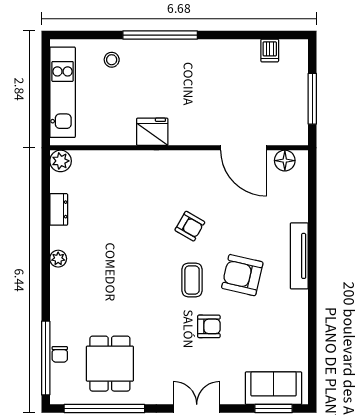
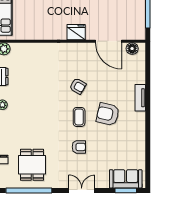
fridge: (152, 132) -> (76, 32), moved
tv unit: (299, 256) -> (140, 98), width x0.71
armchair: (209, 326) -> (79, 147), moved

